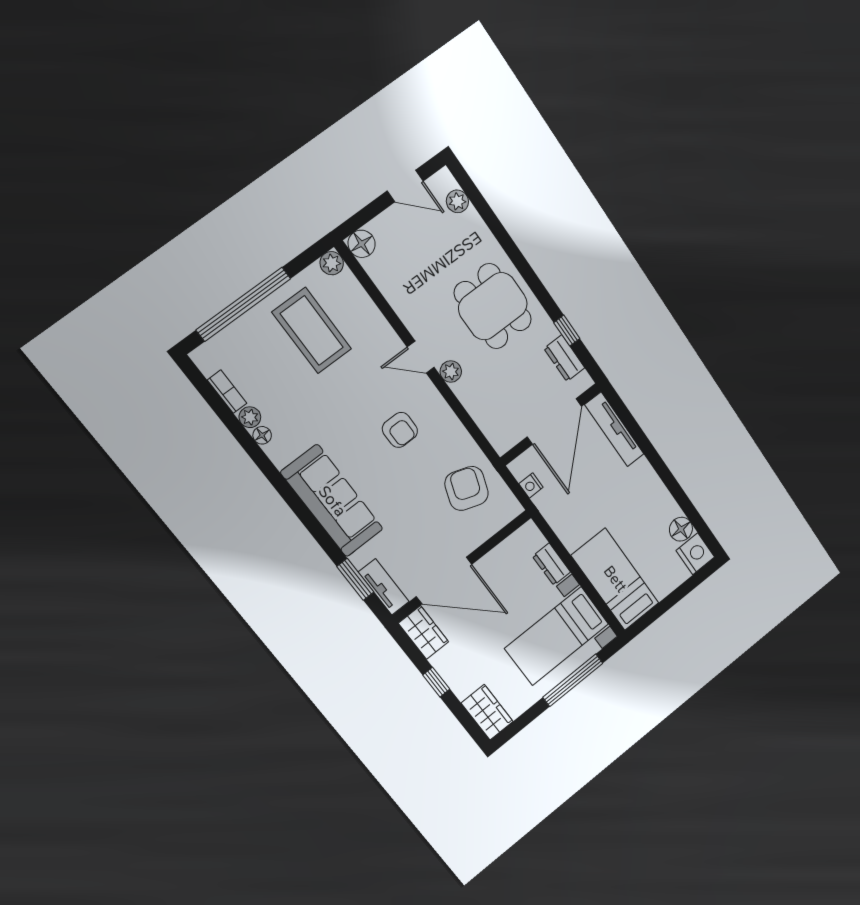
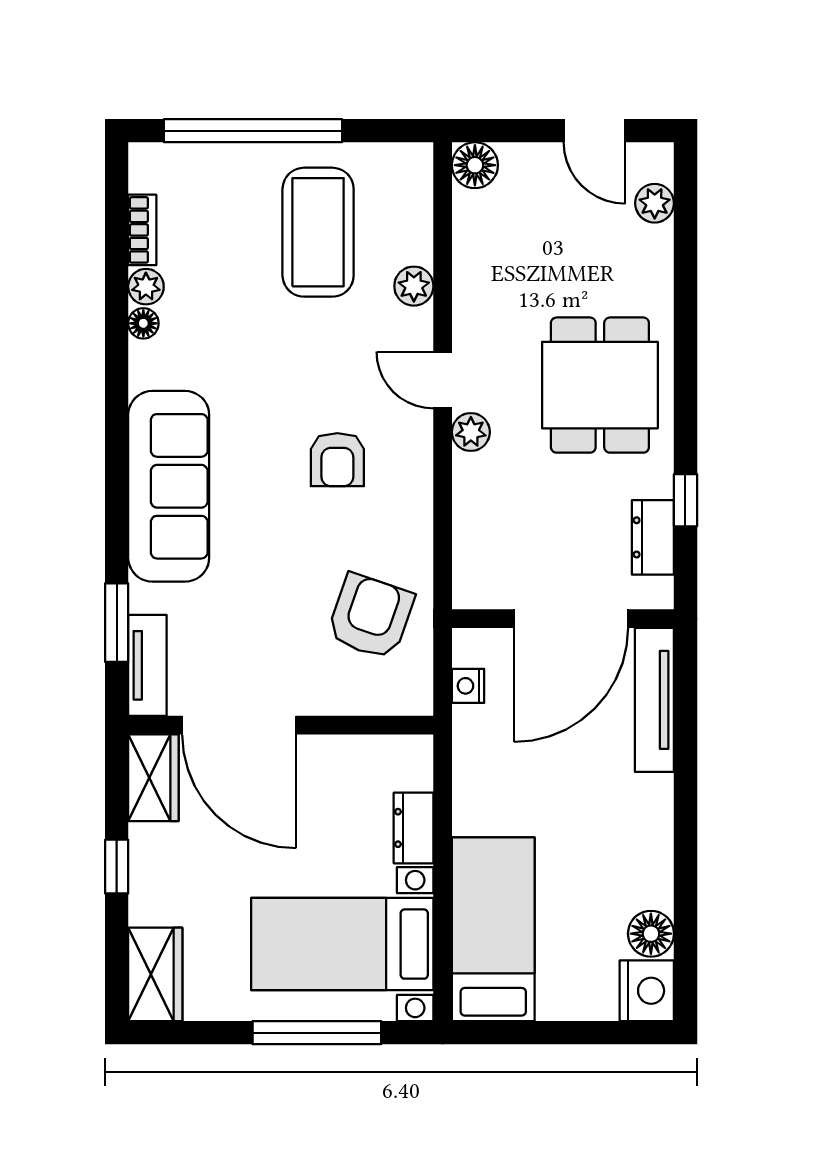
plant: (332, 263) -> (414, 286), moved

